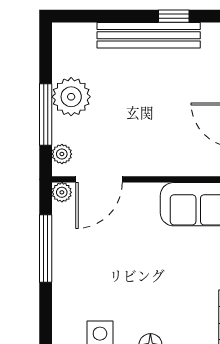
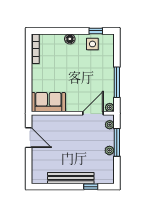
window: (174, 16) -> (91, 187), moved
plant: (71, 97) -> (109, 150), width x0.53, depth x0.53

